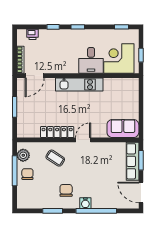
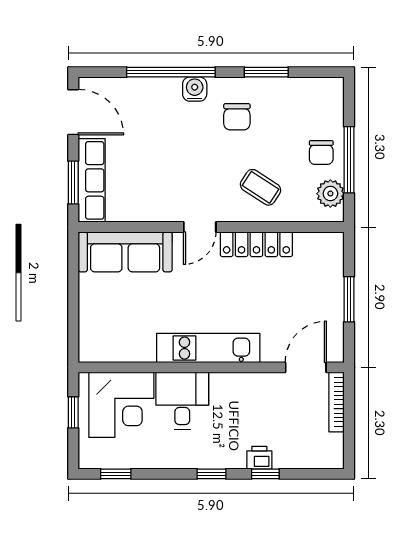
printer: (32, 34) -> (259, 458), moved
sofa: (123, 129) -> (125, 252), width x1.36

